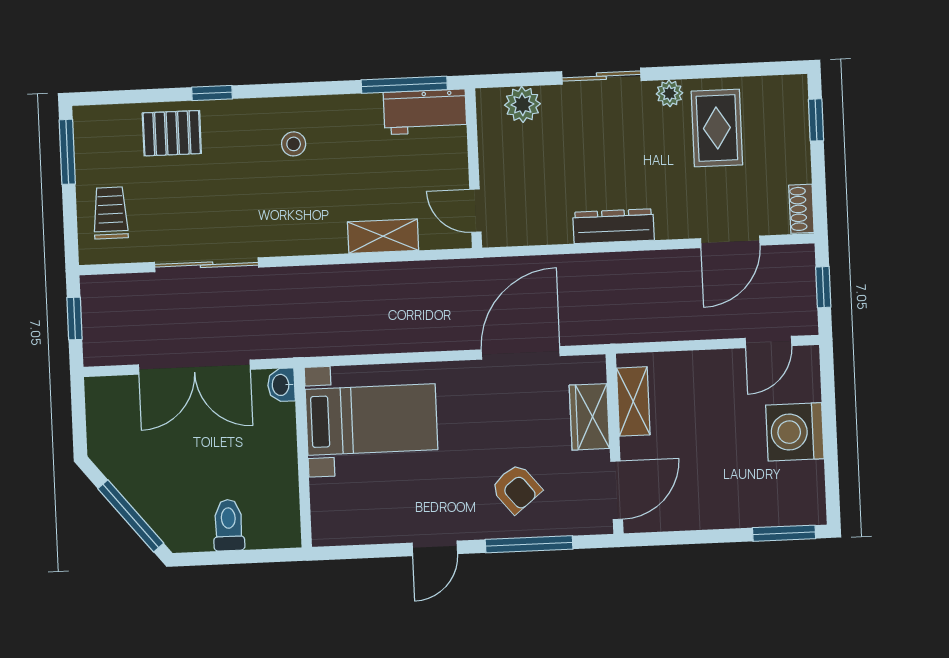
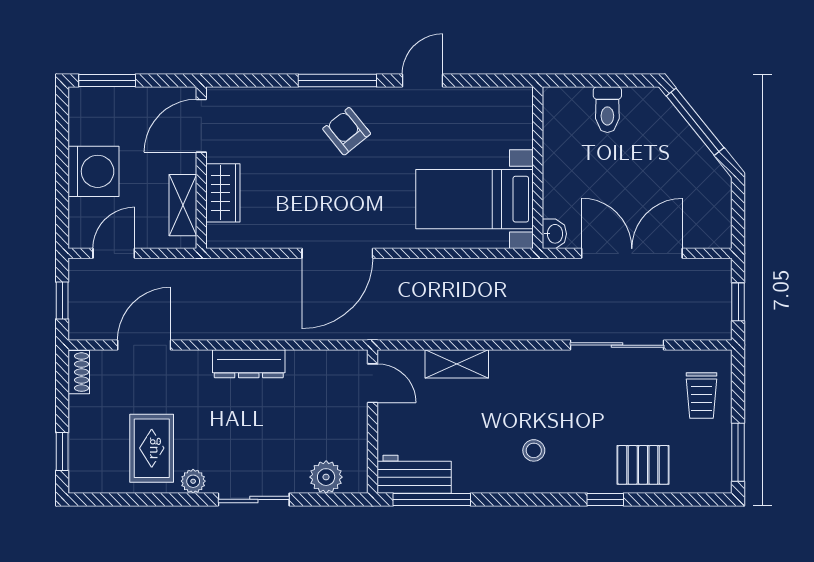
shelving: (633, 401) -> (183, 205), moved
wardrobe: (589, 417) -> (223, 193), moved
wall: (615, 444) -> (201, 168), moved
door: (617, 490) -> (201, 126), moved

